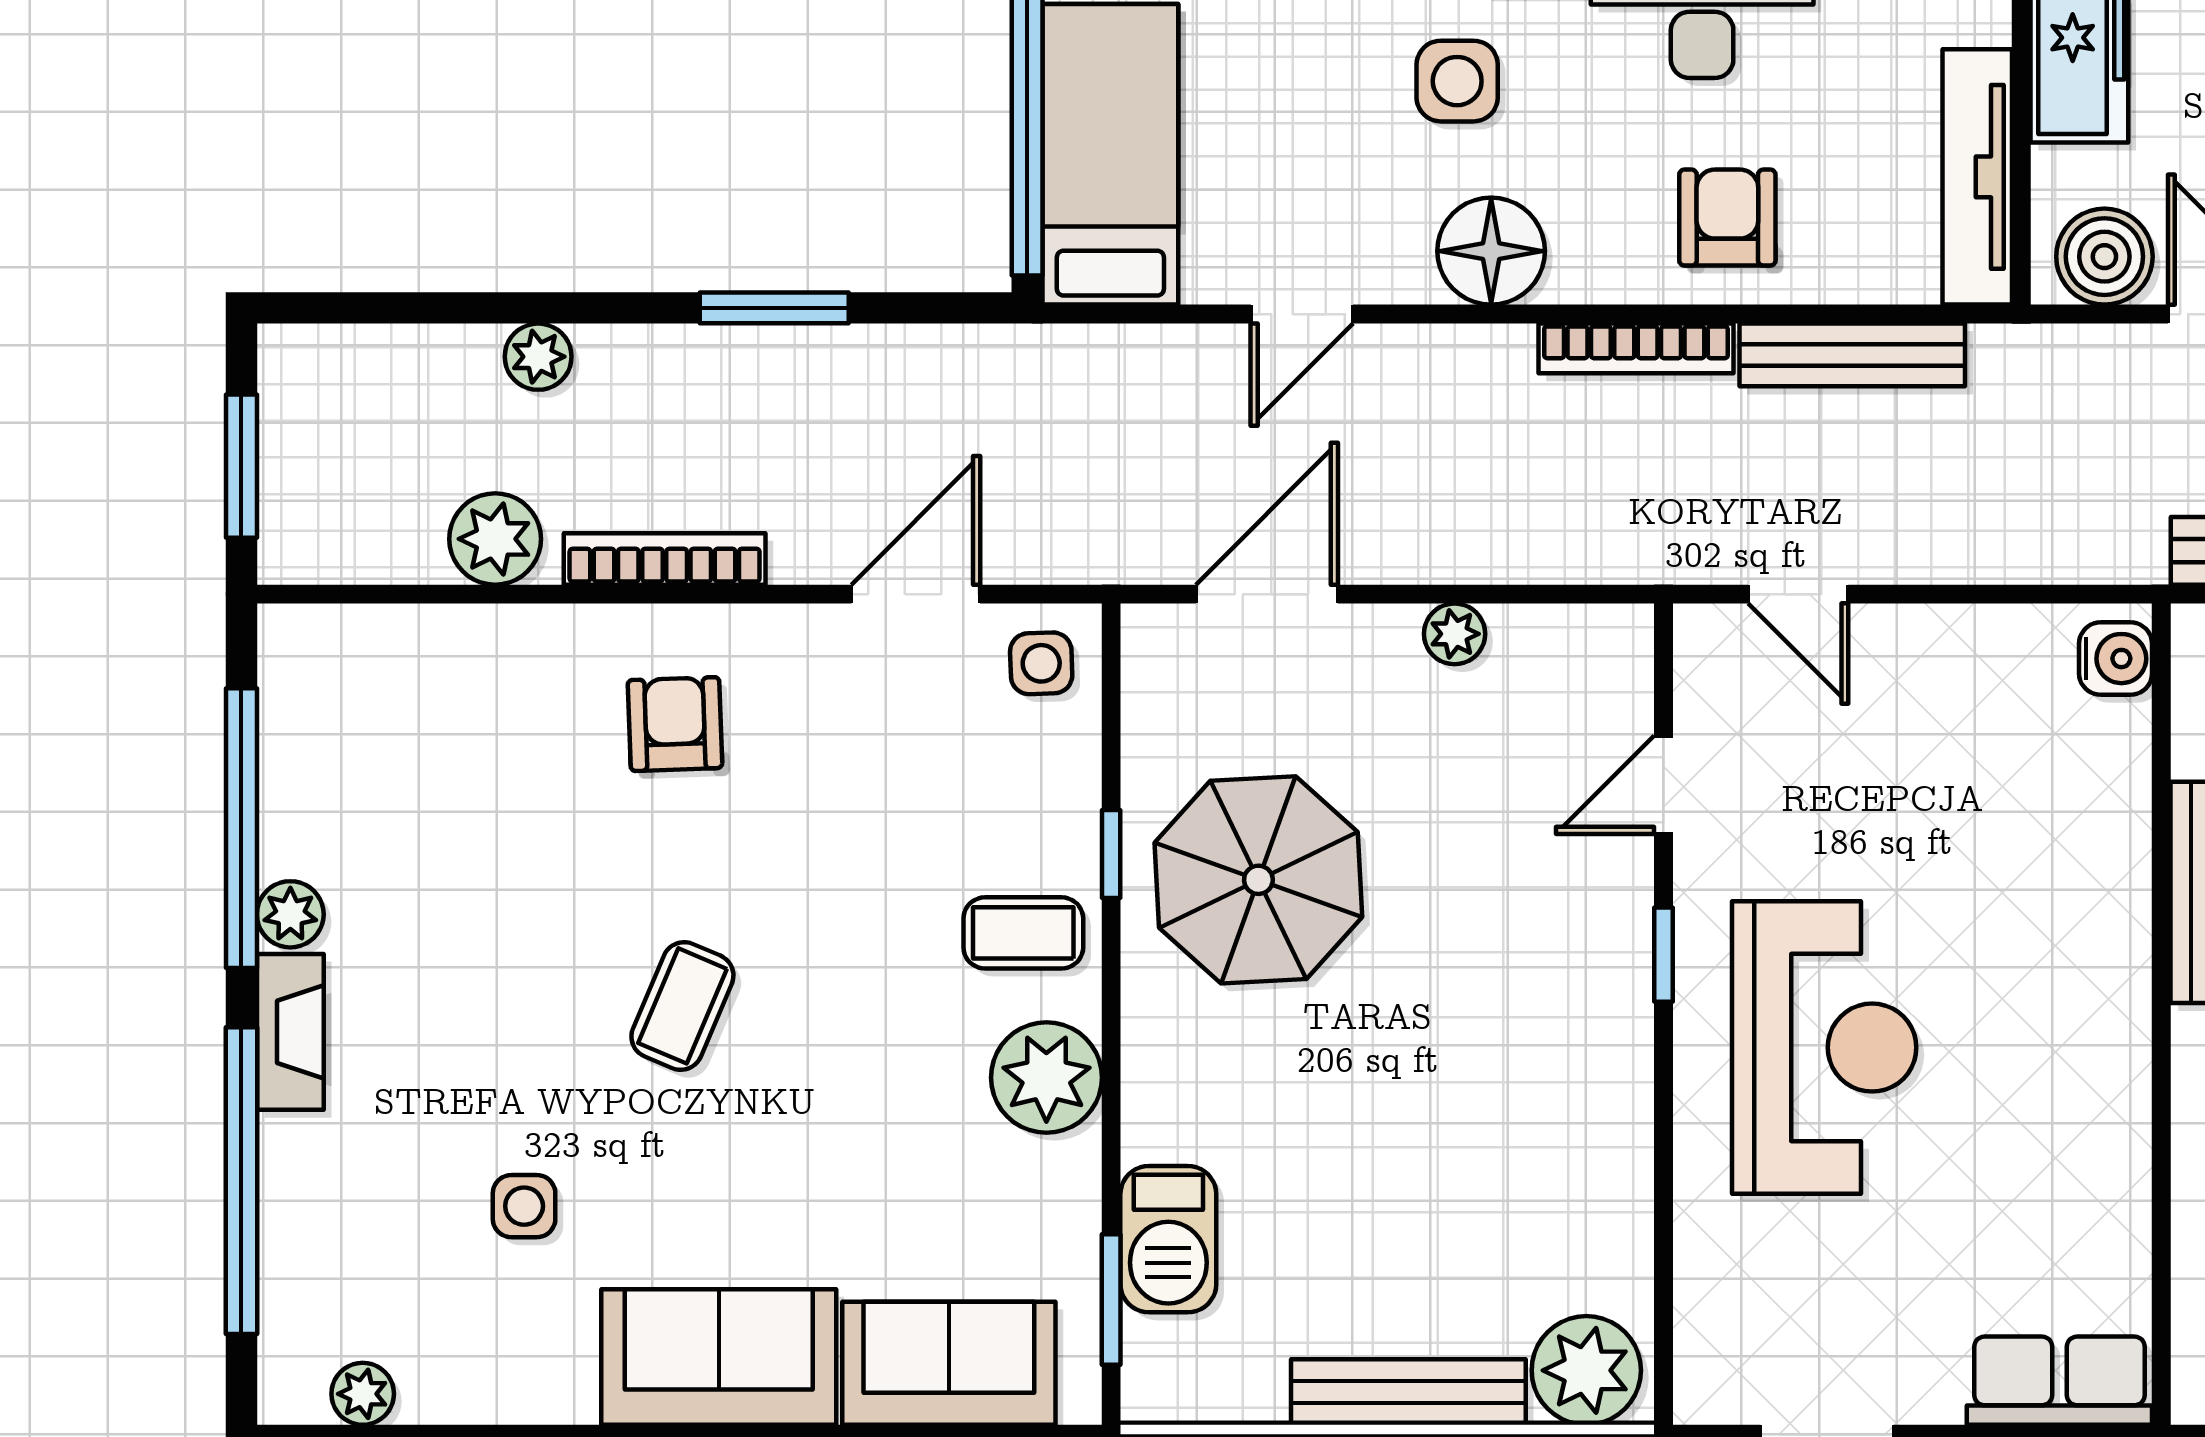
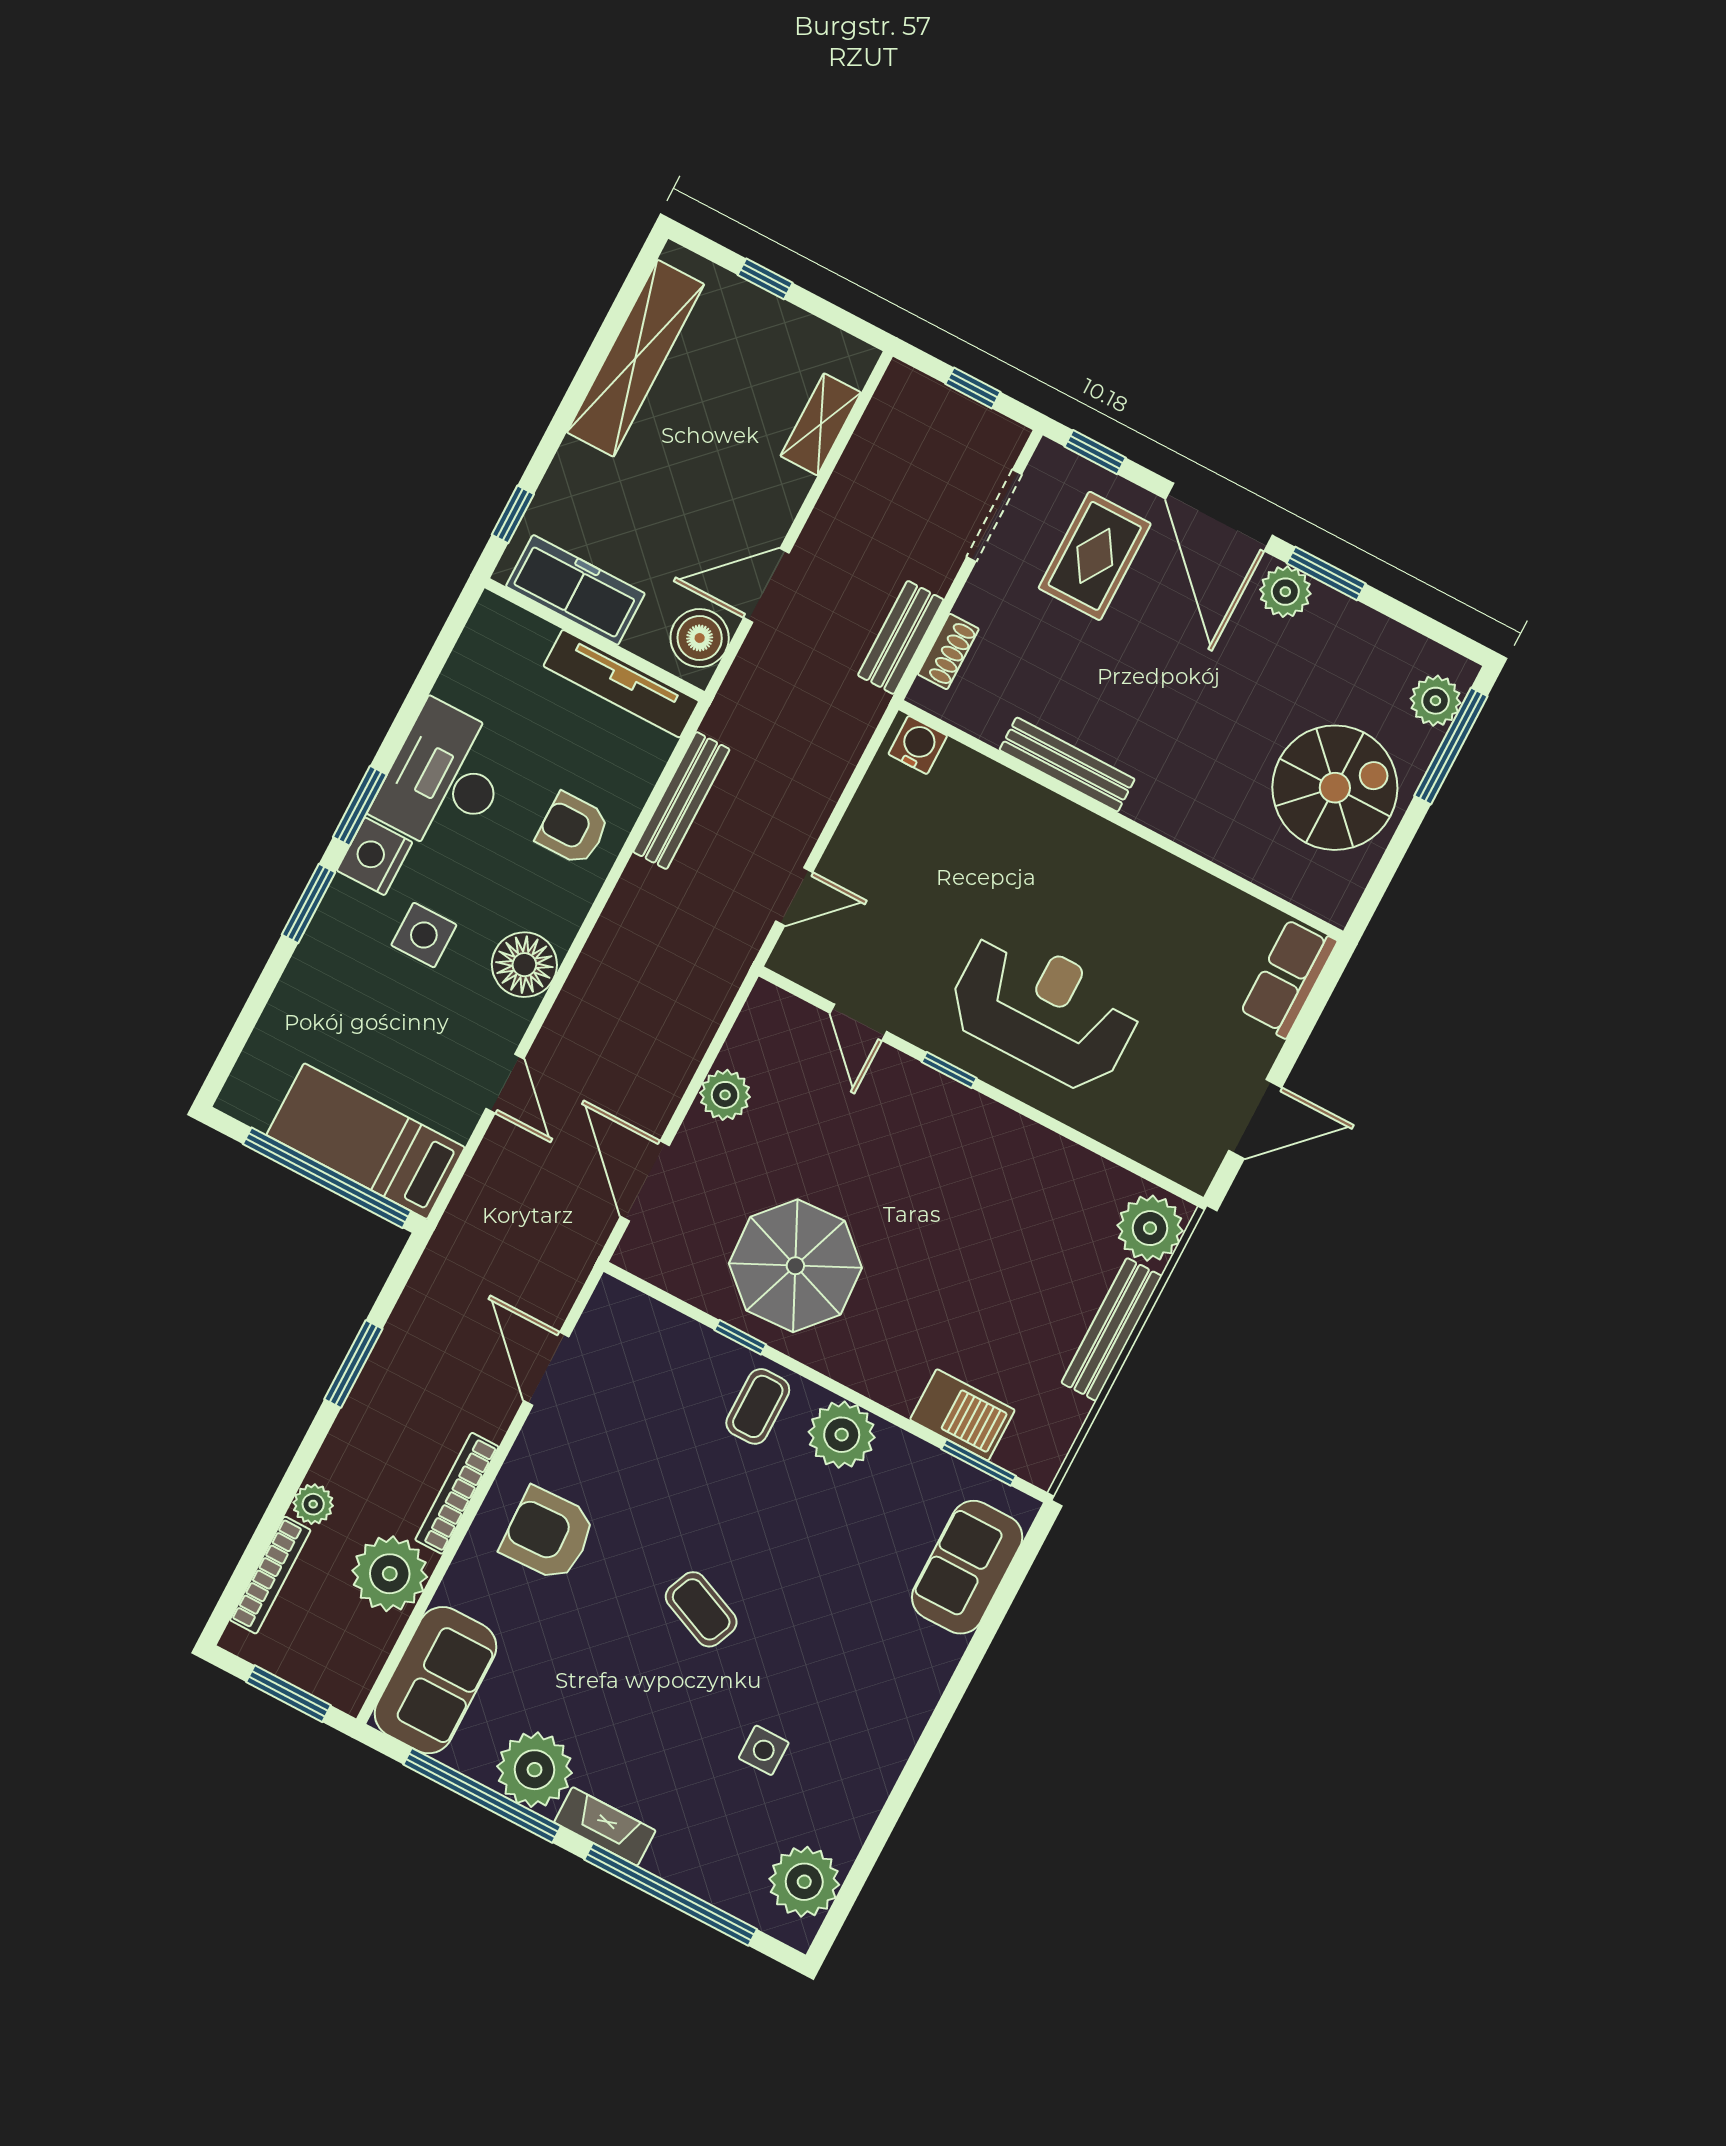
bookcase: (1636, 348) -> (270, 1575), moved
plant: (495, 539) -> (390, 1574), width x1.36, depth x1.36
plant: (1455, 634) -> (725, 1095), width x1.38, depth x1.38
side table: (1041, 663) -> (619, 1321), removed
armchair: (675, 724) -> (548, 1534), width x1.38, depth x1.38
plant: (290, 914) -> (535, 1770), width x1.87, depth x1.87
sofa: (719, 1357) -> (436, 1680), moved, turned 180
plant: (363, 1394) -> (804, 1882), width x1.87, depth x1.87

